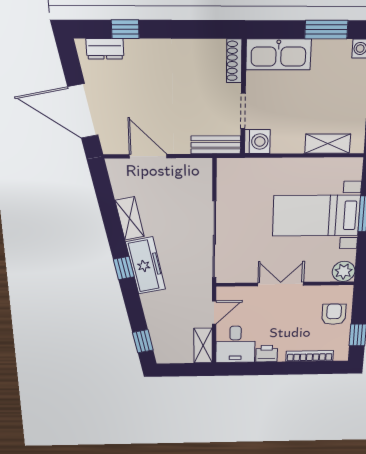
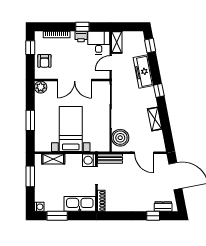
boiler: (196, 184) -> (120, 138), added
bed with nightstands: (316, 216) -> (71, 129), moved, turned -90
freezer: (146, 266) -> (143, 72), moved
double door: (281, 284) -> (75, 80), width x1.37
window: (264, 368) -> (82, 27), added

